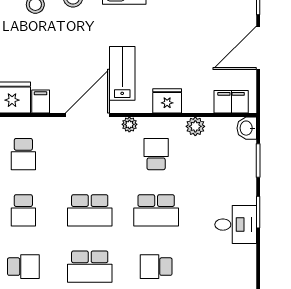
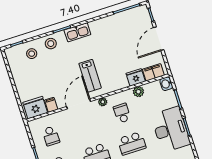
lab bench: (122, 73) -> (90, 76), turned 180
fridge: (167, 101) -> (136, 77), moved
desk: (236, 225) -> (171, 129), width x1.87, depth x1.30

